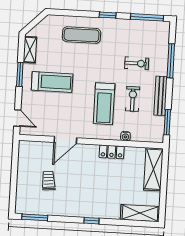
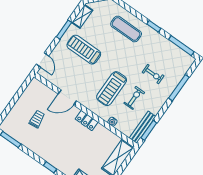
treadmill: (52, 82) -> (84, 50), turned 180
bench: (161, 96) -> (142, 127), moved
locker: (112, 152) -> (87, 121), moved

